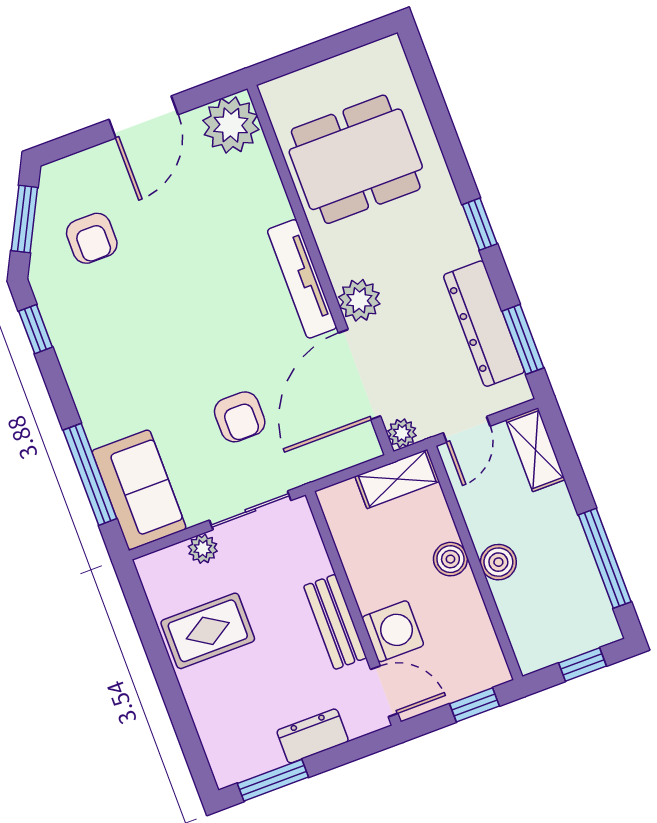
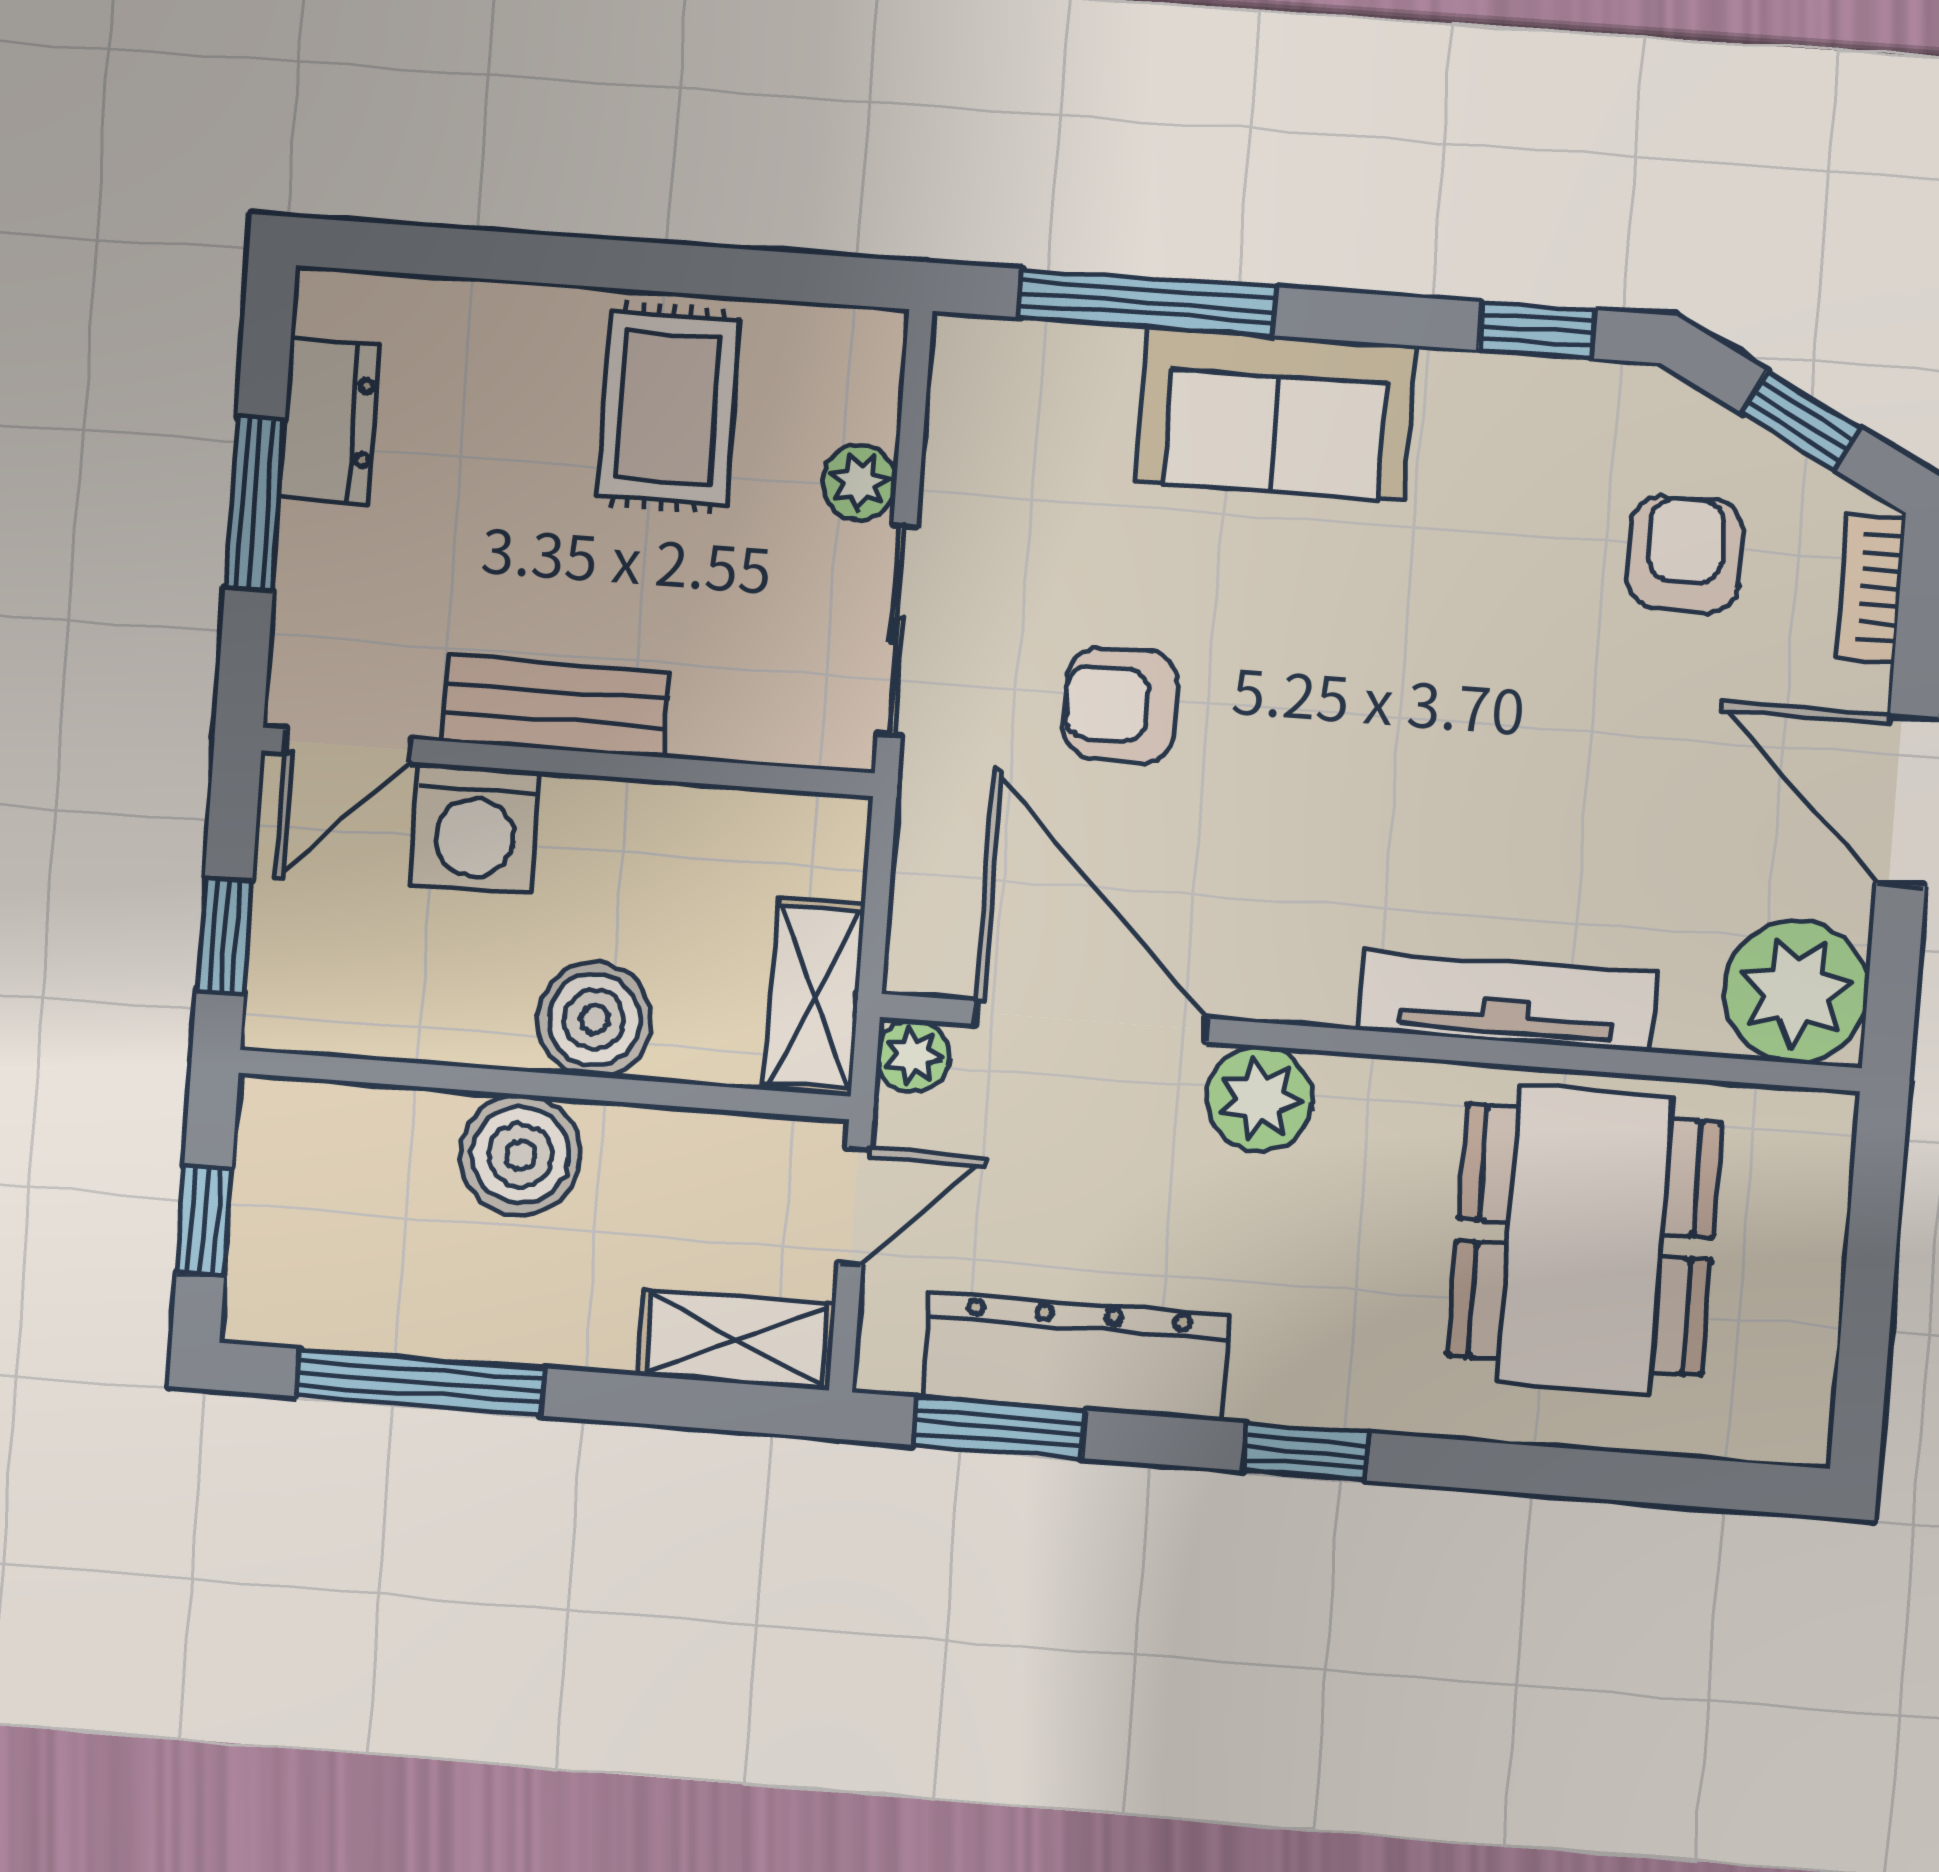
bookcase: (73, 166) -> (1871, 588), added
window: (24, 219) -> (1801, 420), width x0.67
armchair: (92, 238) -> (1685, 554), turned 90
tv unit: (302, 279) -> (1507, 1002), moved
door: (467, 429) -> (854, 1206), swing flipped
sofa: (139, 490) -> (1276, 414), moved
boiler: (450, 559) -> (594, 1020), width x1.36, depth x1.36
boiler: (498, 562) -> (520, 1155), width x1.36, depth x1.36
dresser: (313, 736) -> (330, 421), moved
window: (273, 780) -> (255, 504), moved

